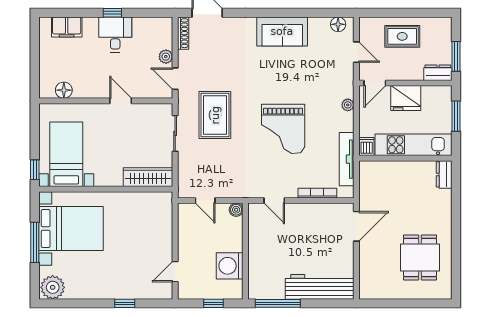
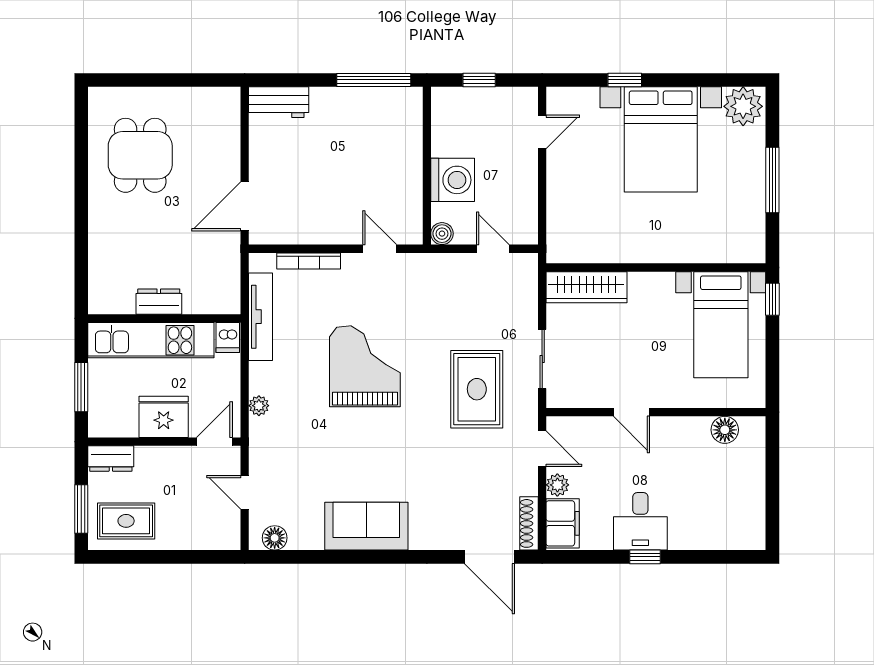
filing cabinet: (67, 27) -> (563, 523), moved, turned 90
rug: (402, 36) -> (126, 521), moved
window: (456, 56) -> (81, 509), moved
dresser: (444, 174) -> (159, 302), moved, turned -90
bed with nightstands: (71, 229) -> (661, 139), moved, turned -90
washing machine: (230, 266) -> (453, 180), moved
workbench: (320, 287) -> (279, 102), width x0.53, depth x0.76

